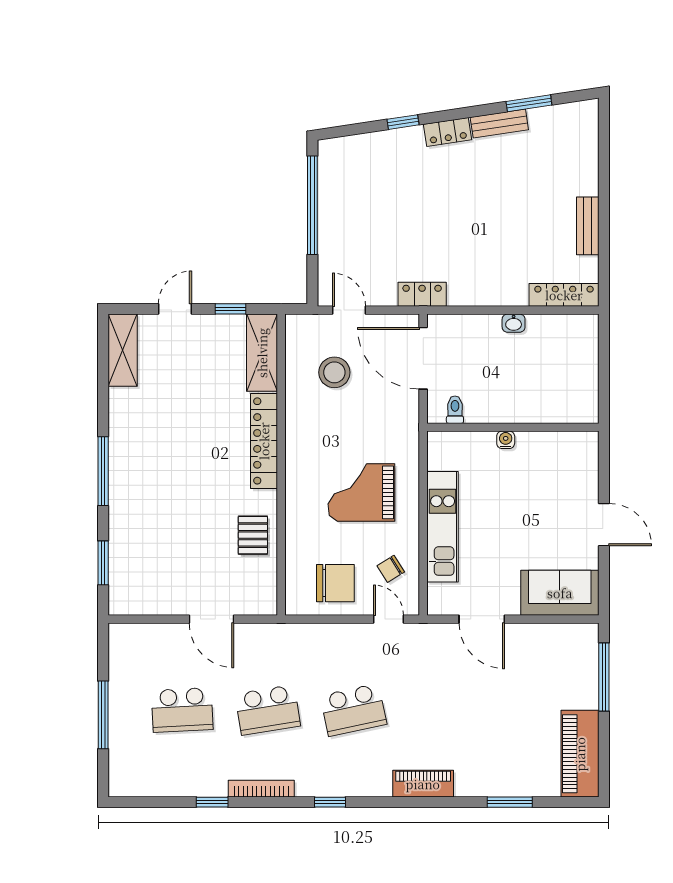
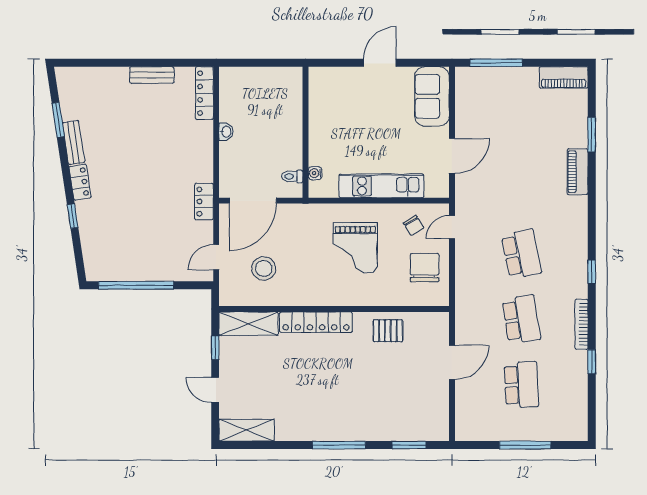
water cooler: (506, 440) -> (315, 173), moved
piano: (580, 754) -> (564, 77), width x0.73, depth x0.75
piano: (423, 784) -> (578, 172), moved

